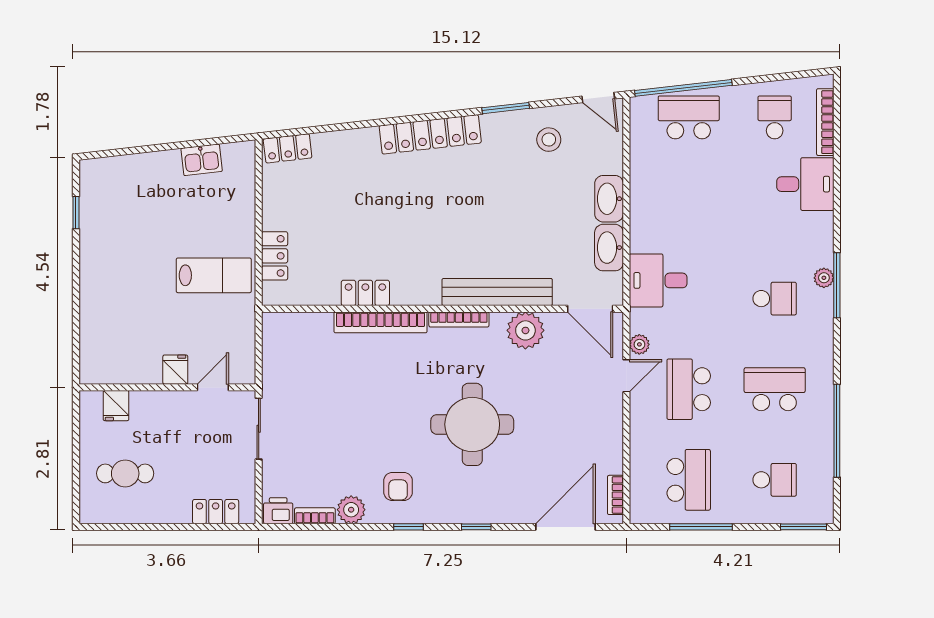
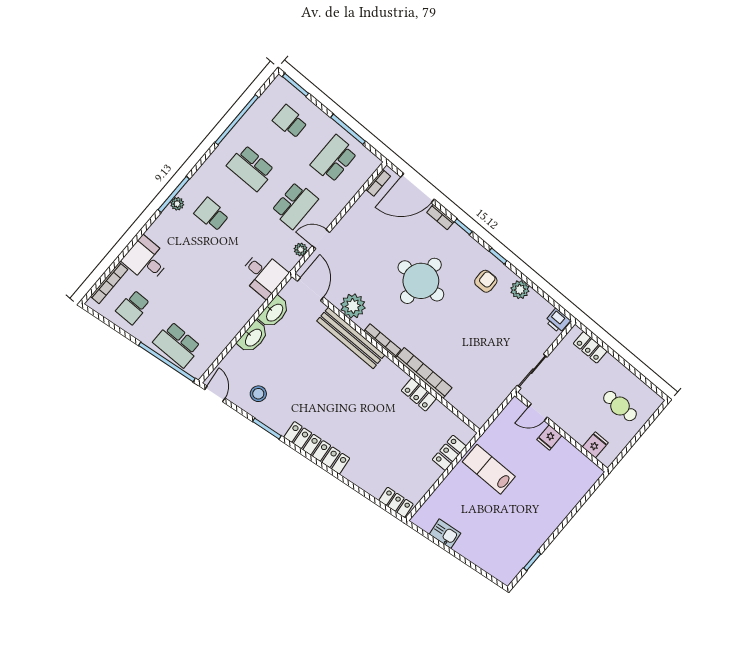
bookcase: (315, 516) -> (440, 217), moved

